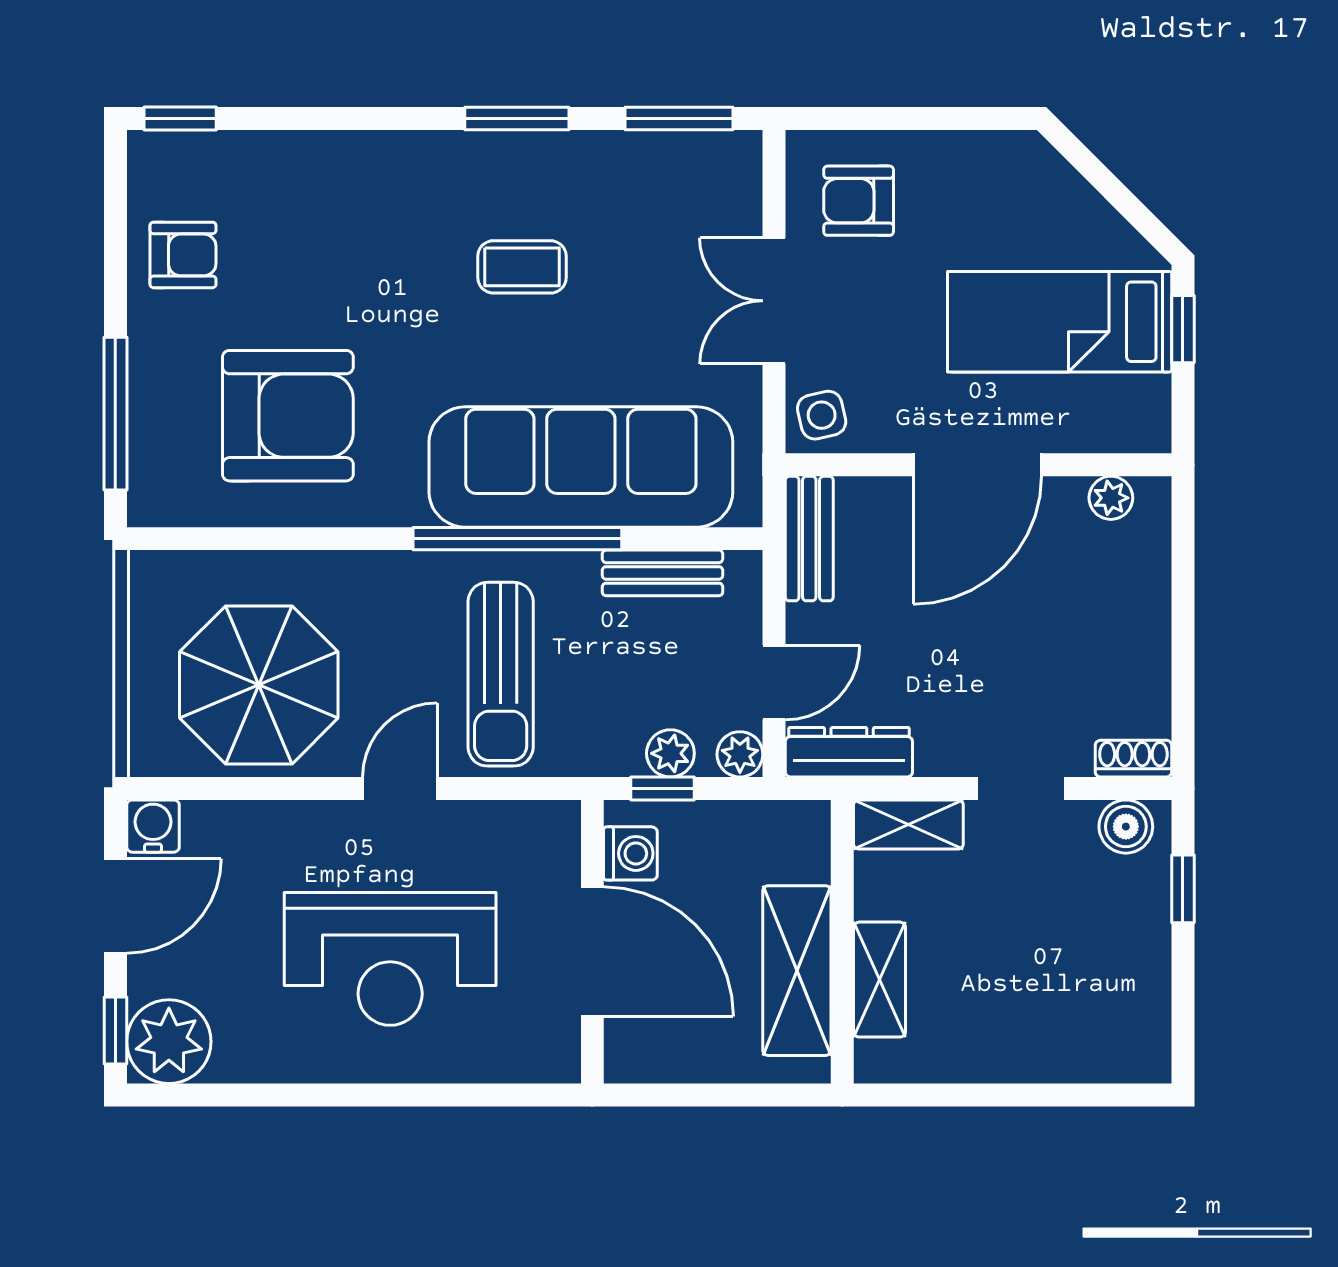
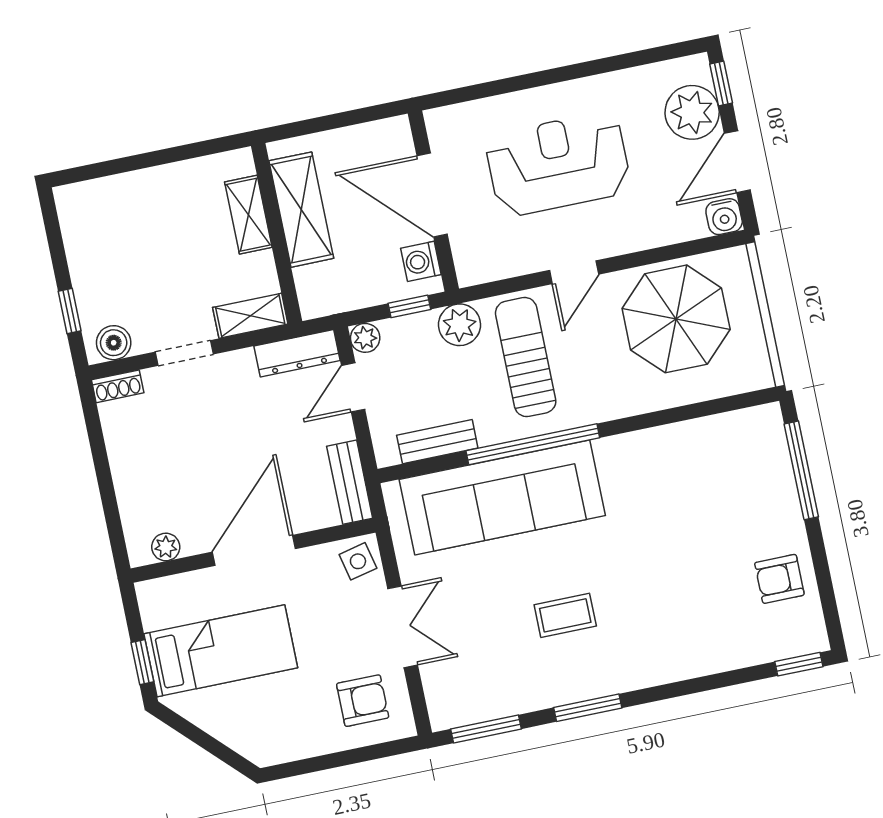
armchair: (288, 416) -> (693, 492), removed
plant: (670, 753) -> (460, 325), moved, width x1.38, depth x1.38
plant: (169, 1042) -> (692, 112), moved

